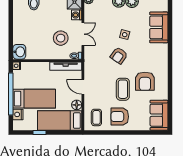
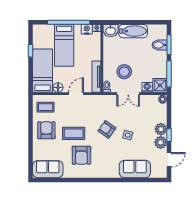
bathtub: (20, 29) -> (133, 31), added
armchair: (145, 81) -> (81, 155), turned -90
nightstand: (18, 114) -> (87, 29), moved

